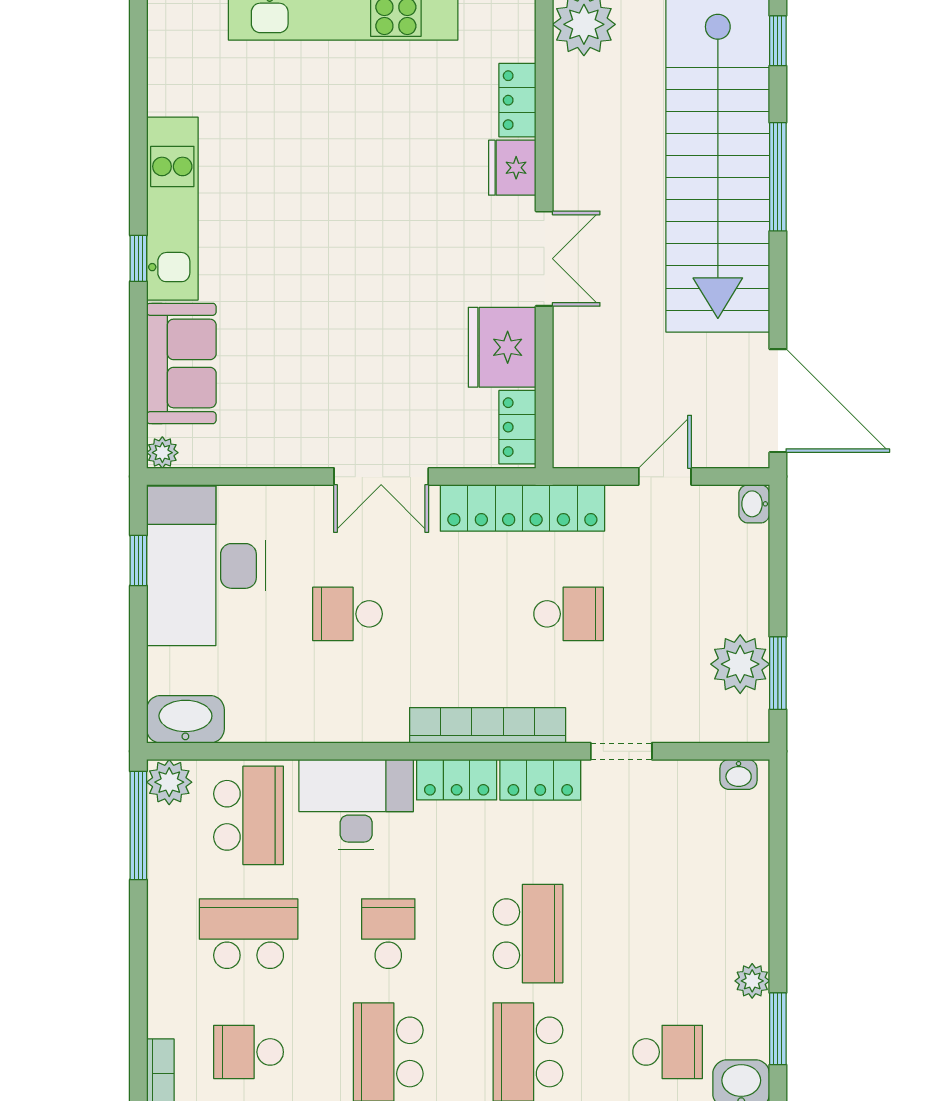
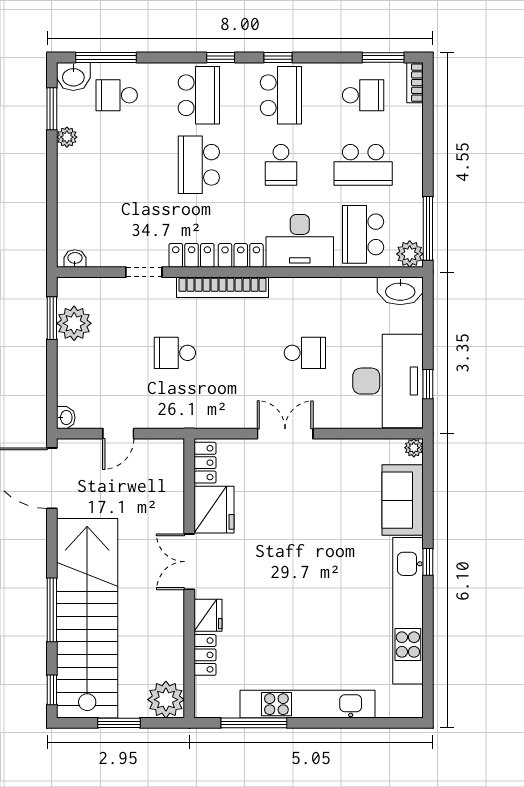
kitchen unit: (172, 209) -> (408, 611), width x1.36
locker: (522, 508) -> (202, 415), removed

